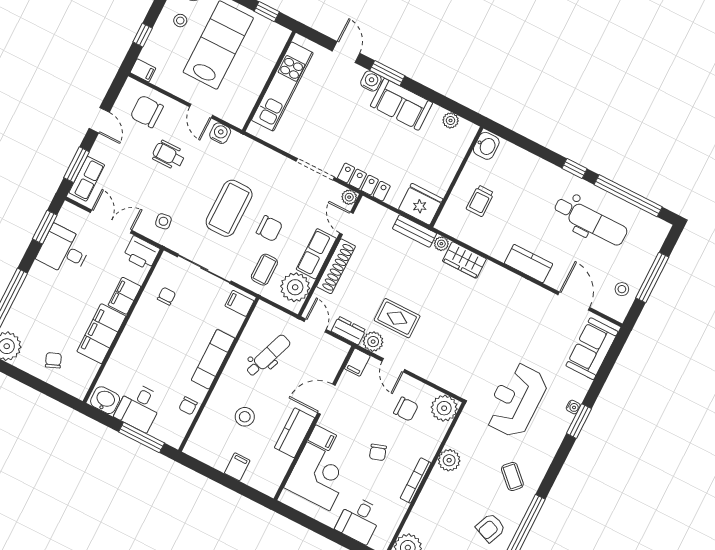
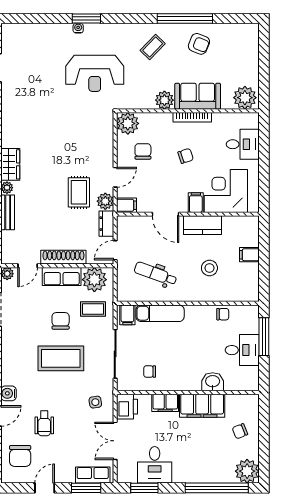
sofa: (592, 349) -> (198, 96), moved, turned 180
exam couch: (213, 359) -> (160, 313), moved
washbasin: (105, 400) -> (213, 382), moved, turned 90

